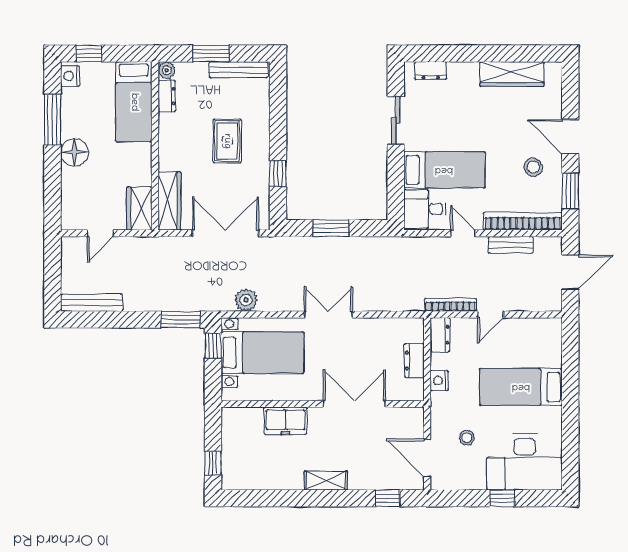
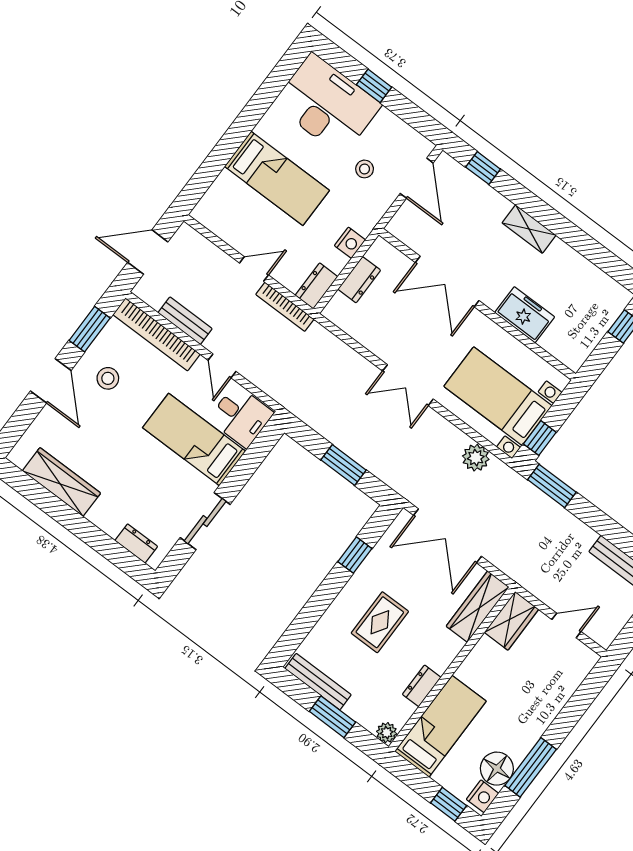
dresser: (167, 96) -> (422, 686), moved
floor lamp: (74, 152) -> (497, 769), moved

